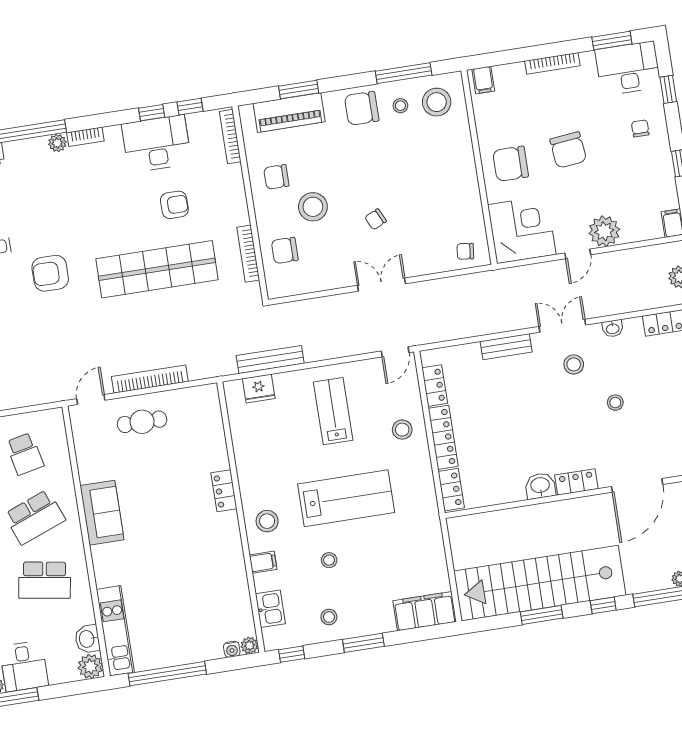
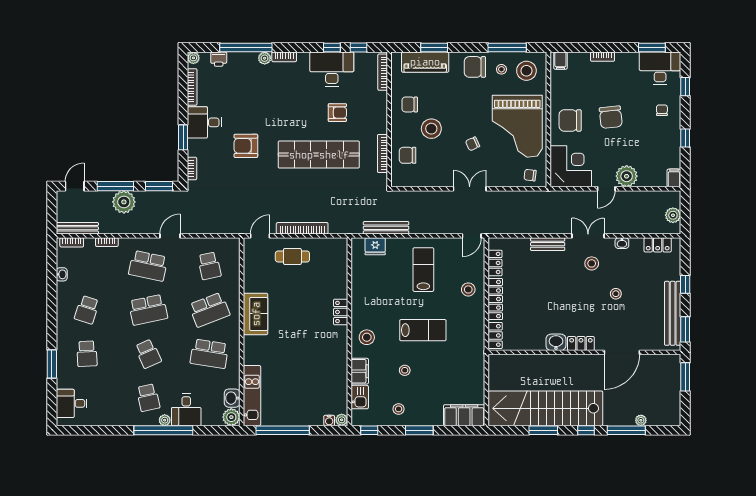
bookcase: (552, 63) -> (603, 57), width x0.64
grand piano: (436, 184) -> (517, 126), added
lab bench: (346, 498) -> (423, 330), width x0.73, depth x0.72
filing cabinet: (263, 562) -> (360, 371), width x2.00

